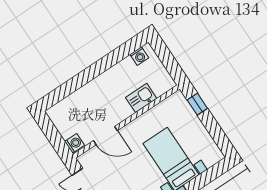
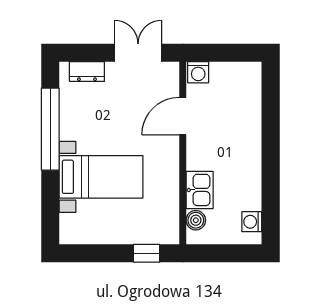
boiler: (160, 89) -> (196, 220), added

